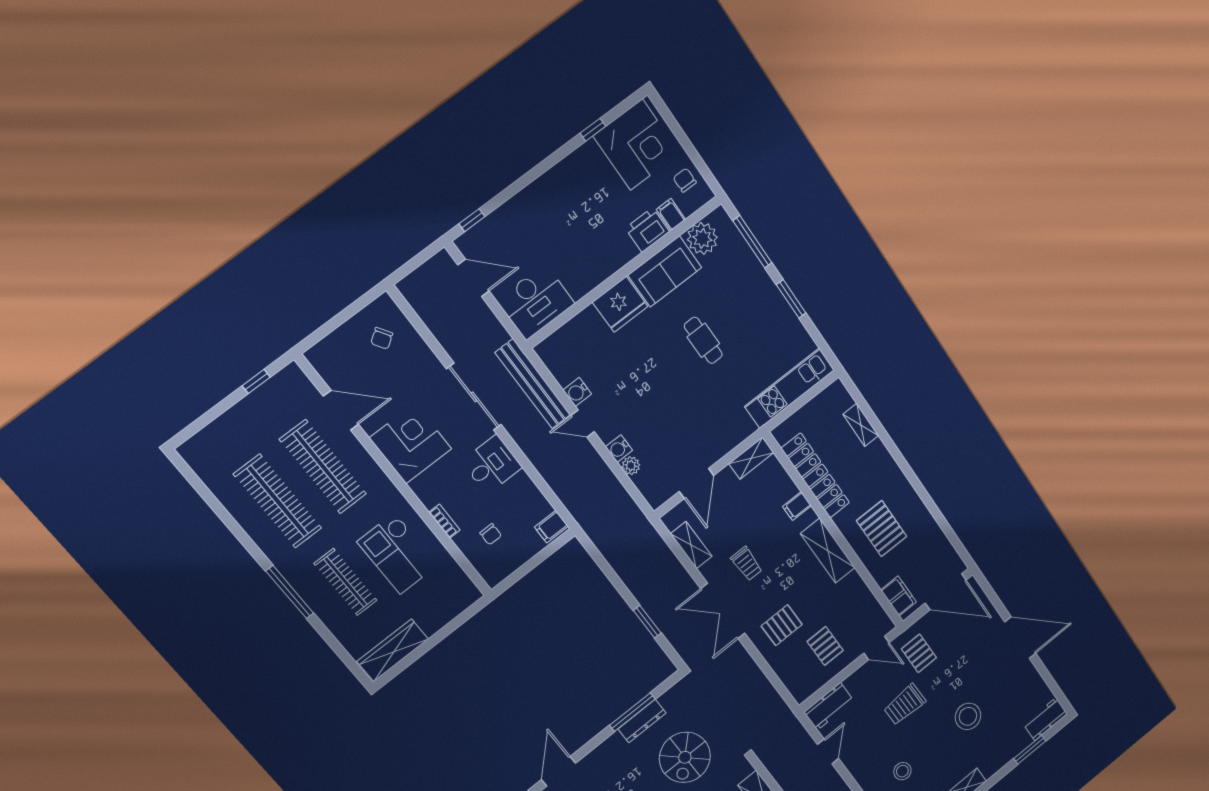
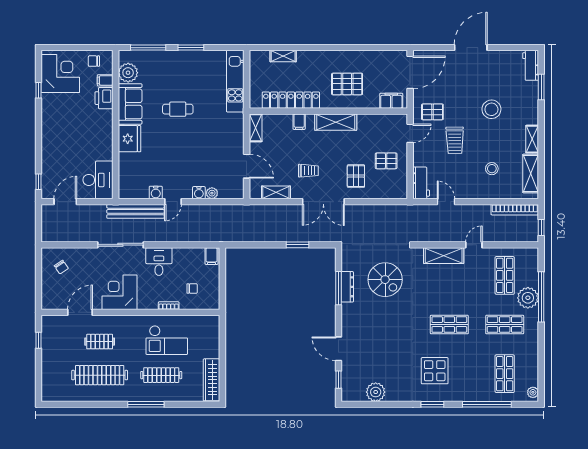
clothes rail: (323, 467) -> (100, 342), width x0.54, depth x0.76

